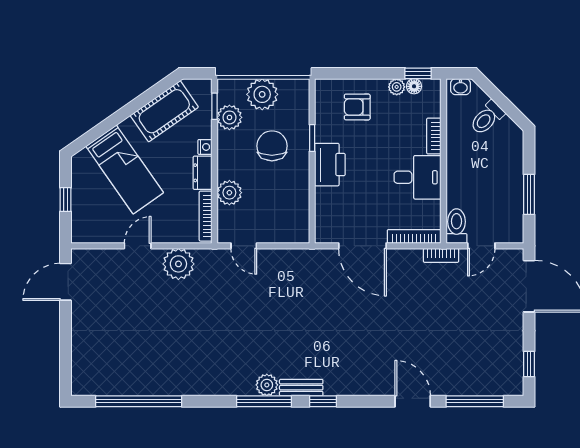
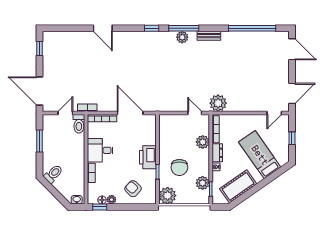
plant: (262, 94) -> (168, 196), moved
armchair: (357, 107) -> (133, 189), turned -136
toilet: (487, 118) -> (53, 174), moved
door: (138, 246) -> (274, 113), moved
plant: (178, 264) -> (218, 103), moved
door: (65, 363) -> (292, 49), added
bench: (301, 388) -> (209, 36), moved
window: (475, 401) -> (69, 28), removed

